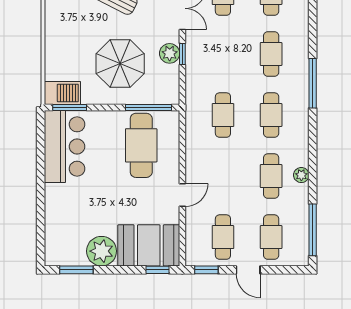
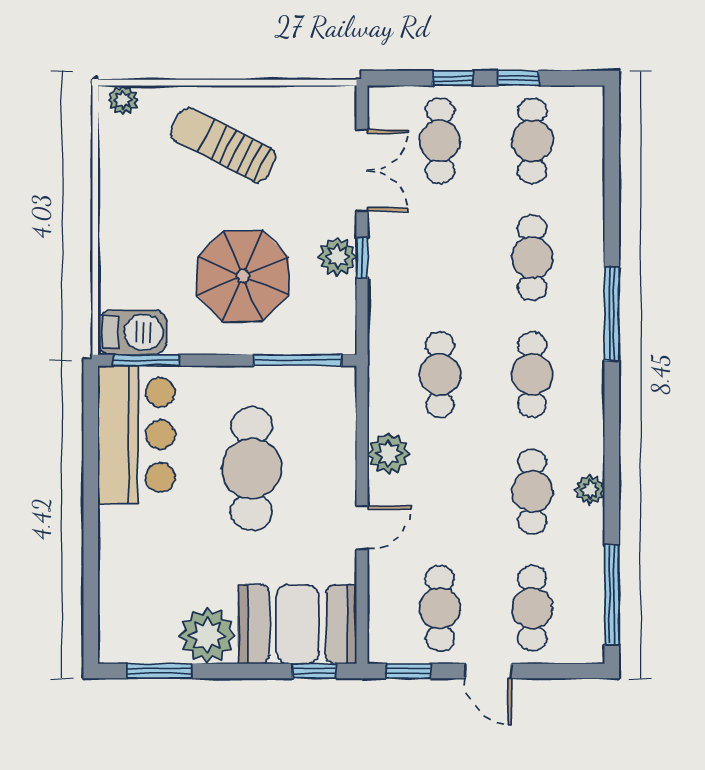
cafe table: (141, 145) -> (252, 469), moved
plant: (196, 156) -> (388, 454), added

